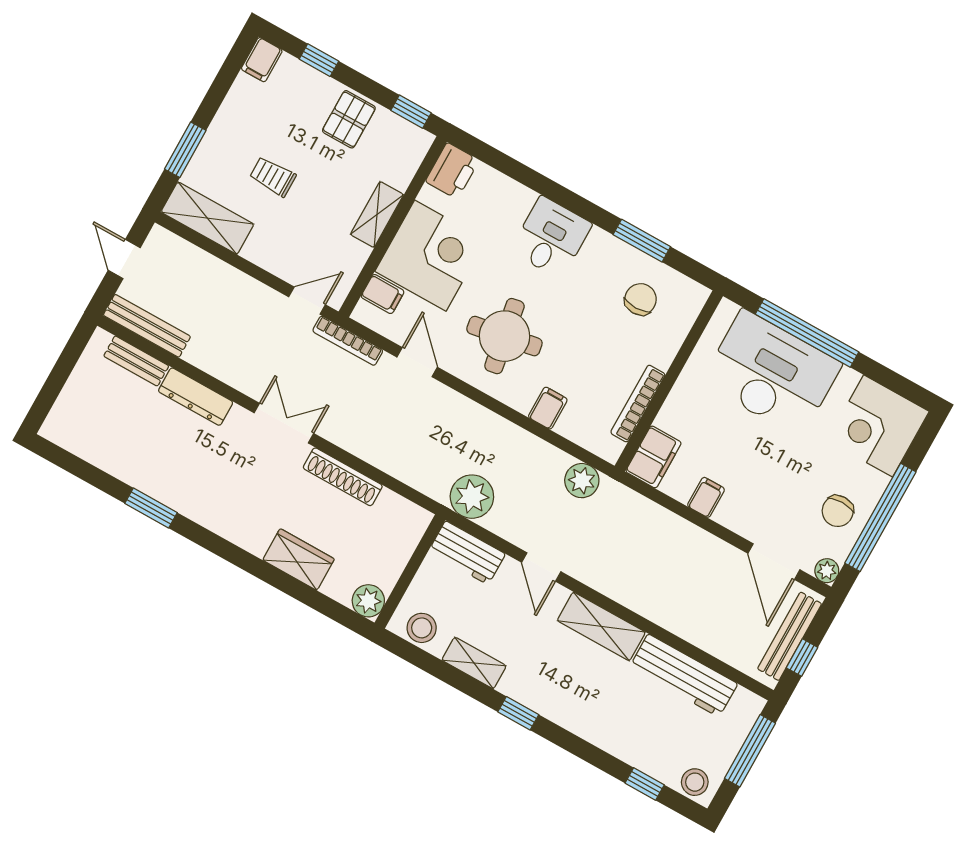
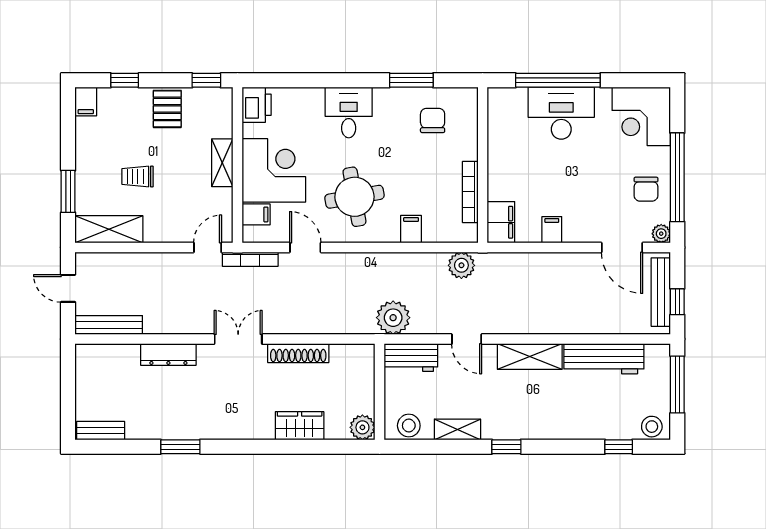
bench: (136, 361) -> (101, 431), moved
desk: (772, 373) -> (561, 113), width x0.73, depth x0.77

